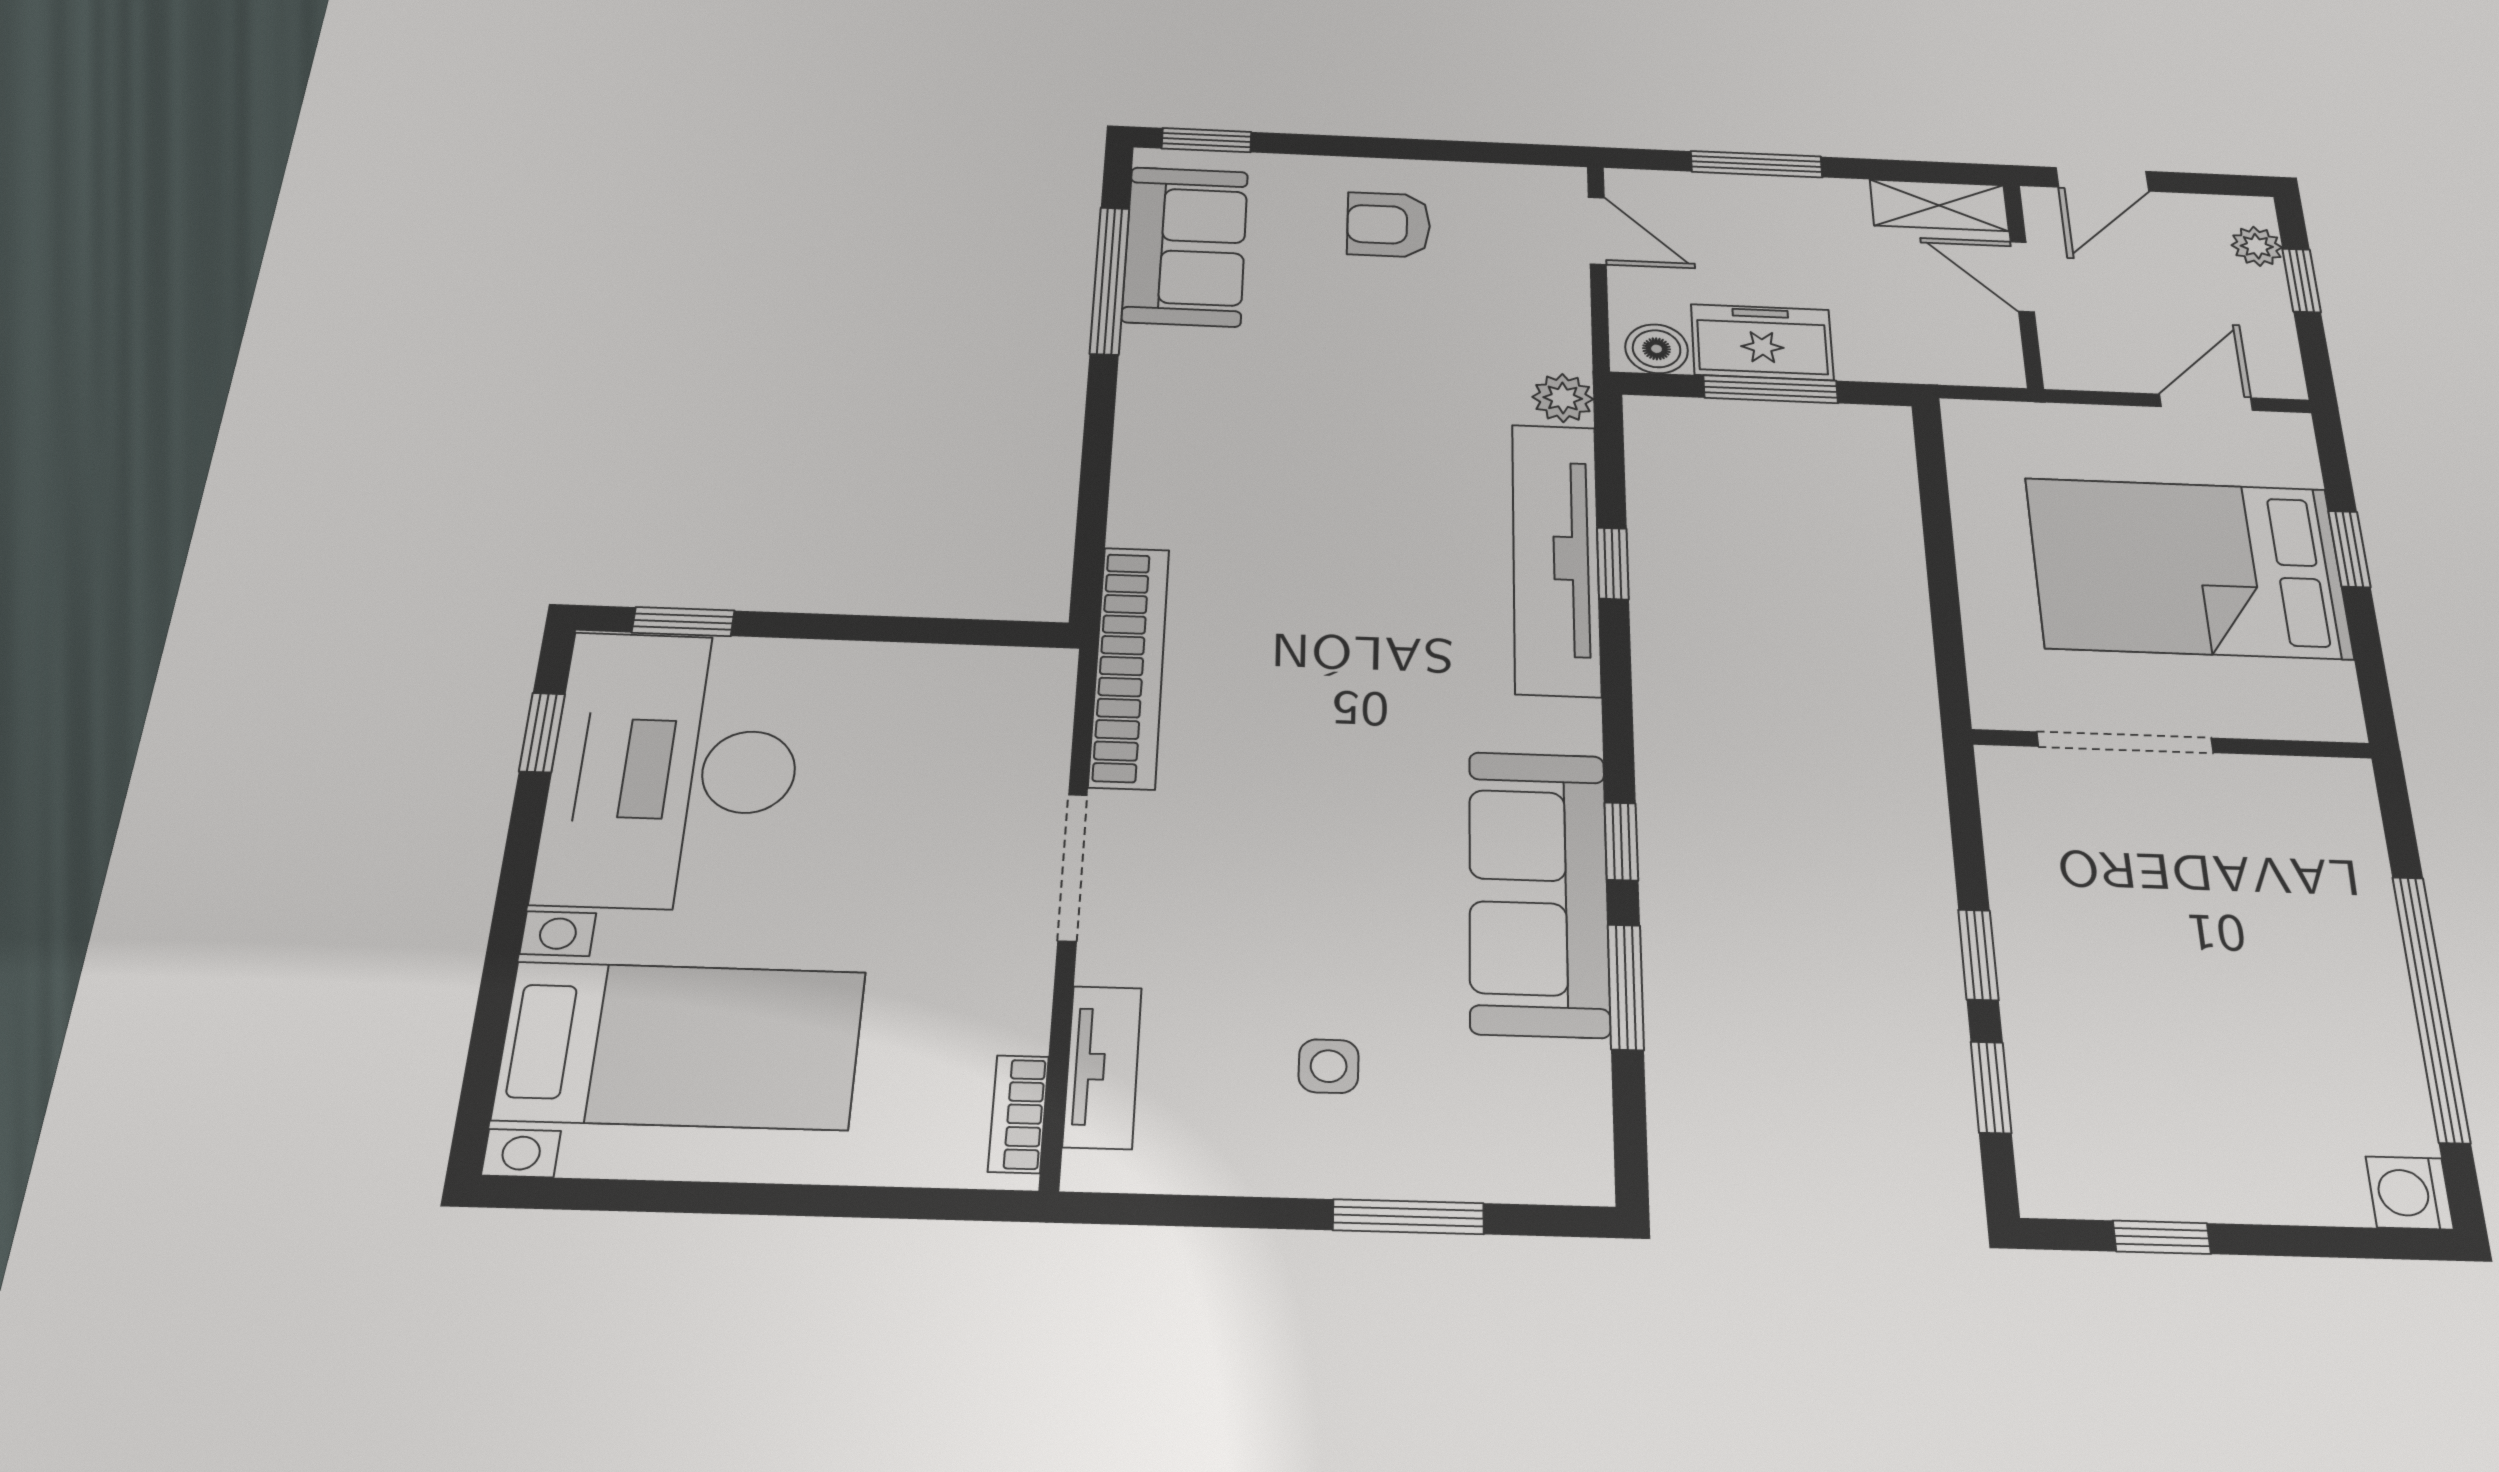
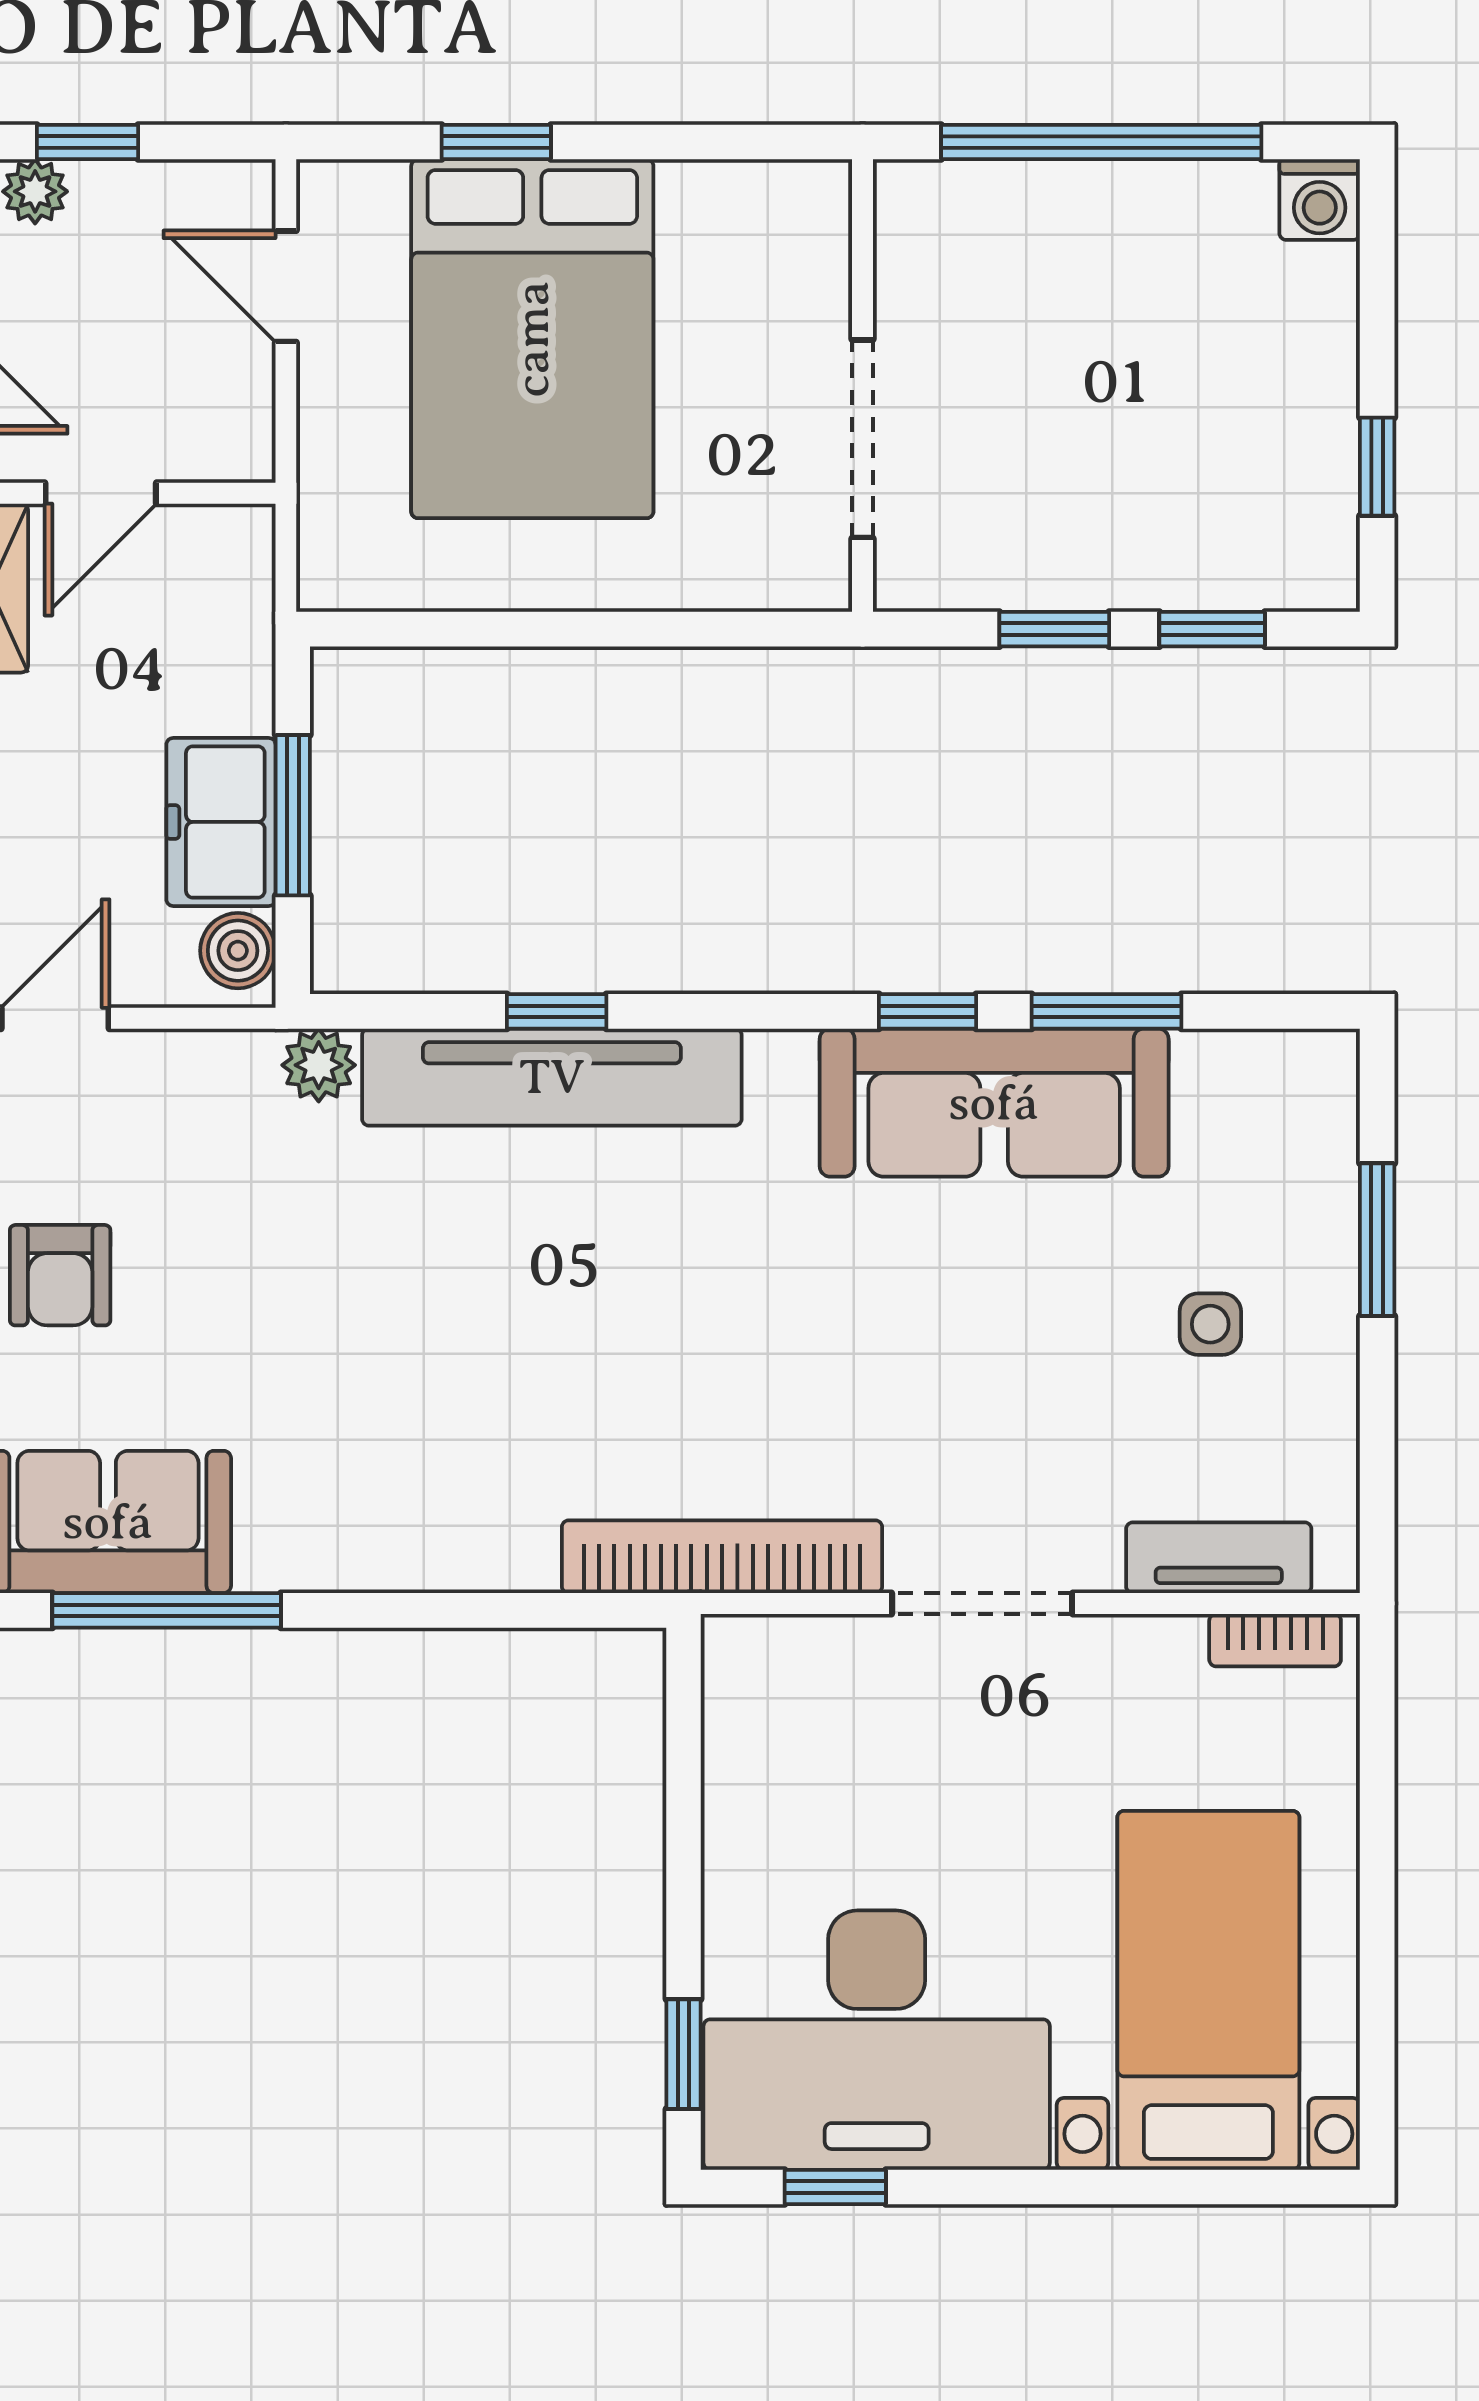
doorway: (2125, 742) -> (863, 439), moved
wall: (2172, 744) -> (863, 386), moved

